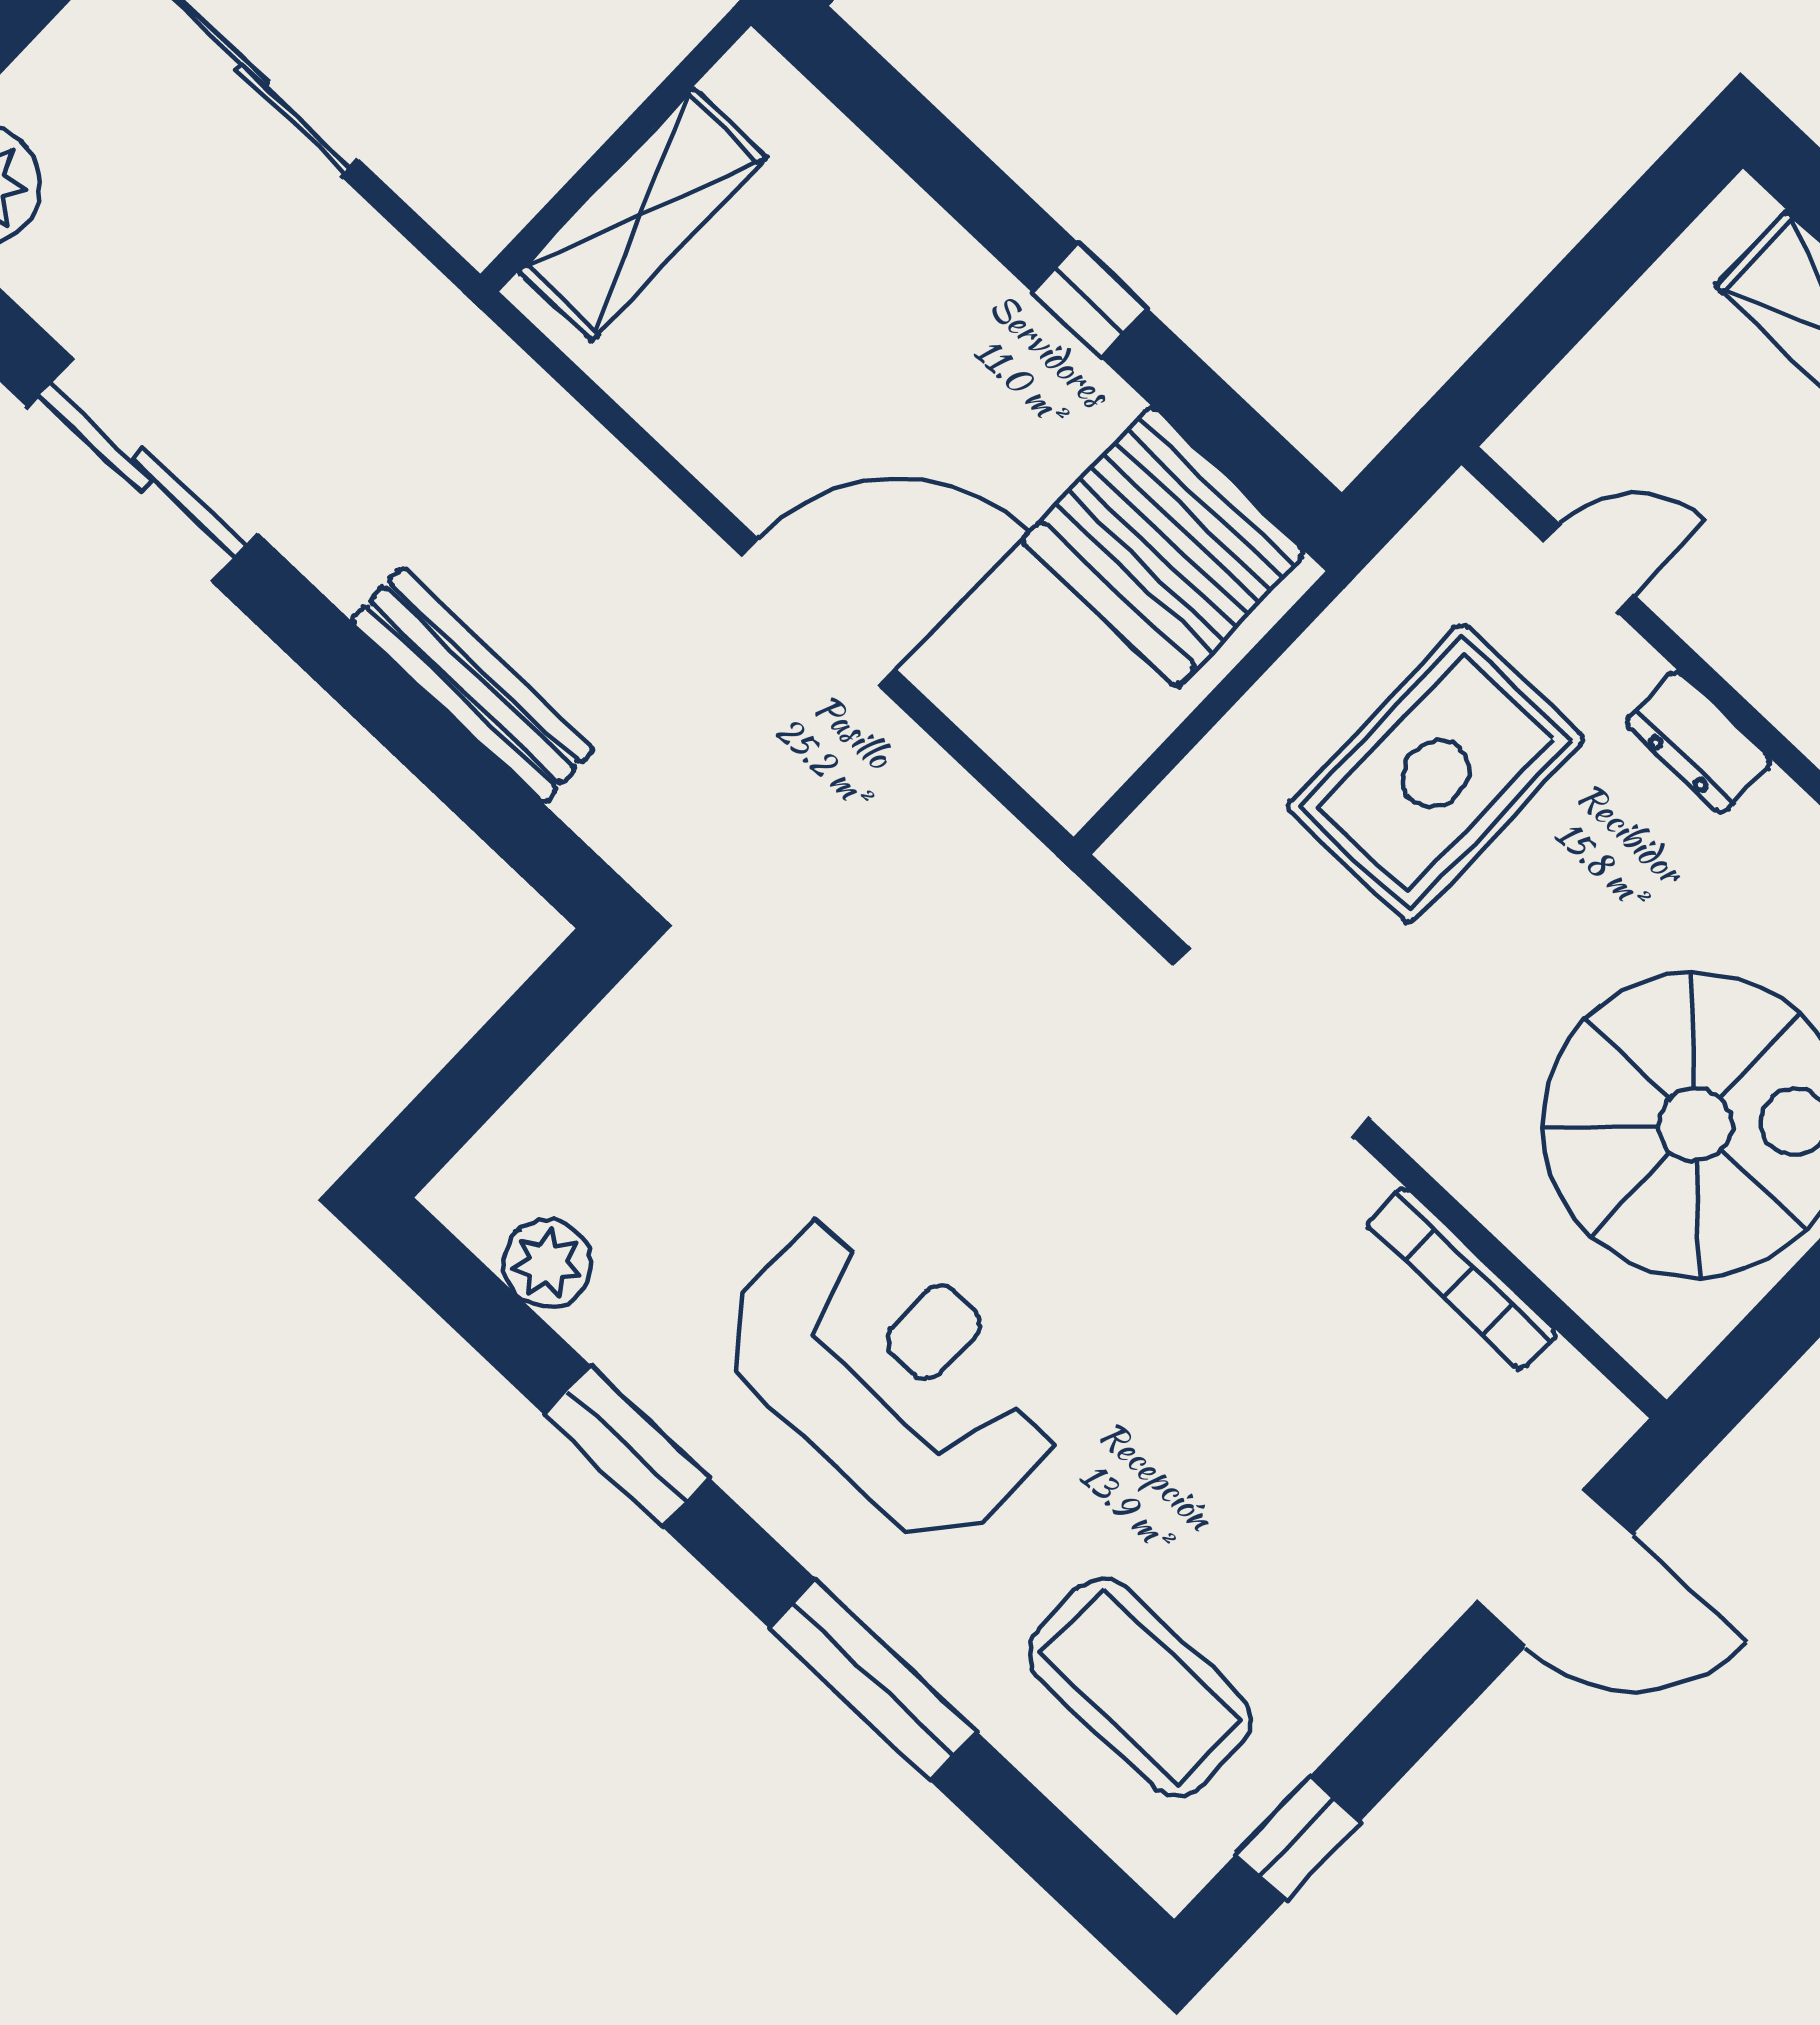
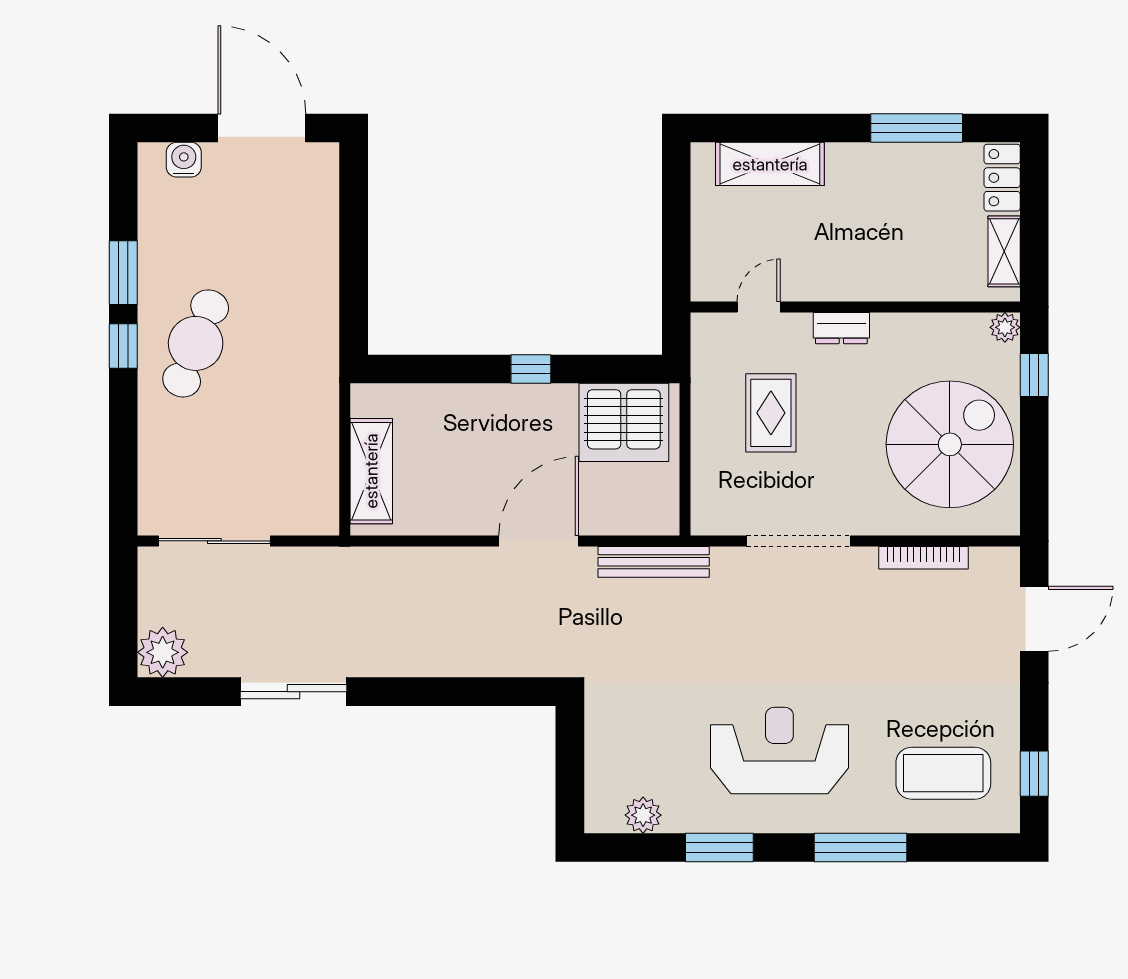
bench: (473, 685) -> (654, 562), moved
rug: (1435, 774) -> (771, 413), width x0.73, depth x0.70

